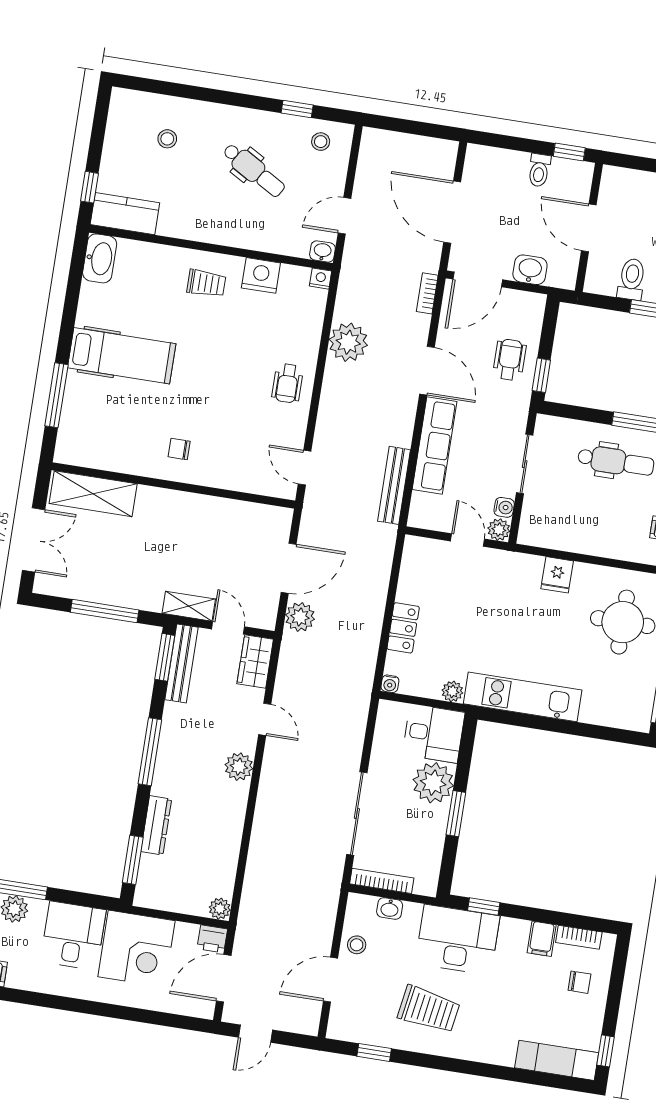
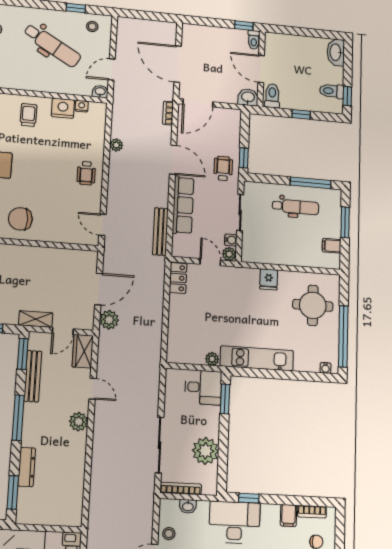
dental chair: (254, 170) -> (52, 45), width x1.36, depth x1.38
toilet: (539, 170) -> (254, 40), moved
washbasin: (530, 270) -> (248, 97), moved
nightstand: (321, 279) -> (82, 106), moved
toilet: (632, 279) -> (272, 96), moved
trolley: (206, 283) -> (28, 115), turned -90
plant: (348, 342) -> (116, 145), width x0.53, depth x0.53
wheelchair: (510, 360) -> (223, 168), moved
chair: (179, 449) -> (20, 219), width x1.87, depth x1.87
door: (228, 628) -> (63, 331), swing flipped
locker: (403, 628) -> (178, 278), moved
bench: (181, 663) -> (33, 376), moved
water cooler: (390, 684) -> (325, 368), moved
plant: (433, 783) -> (205, 451), moved
window: (456, 814) -> (225, 399), moved
plant: (220, 909) -> (75, 519), removed

